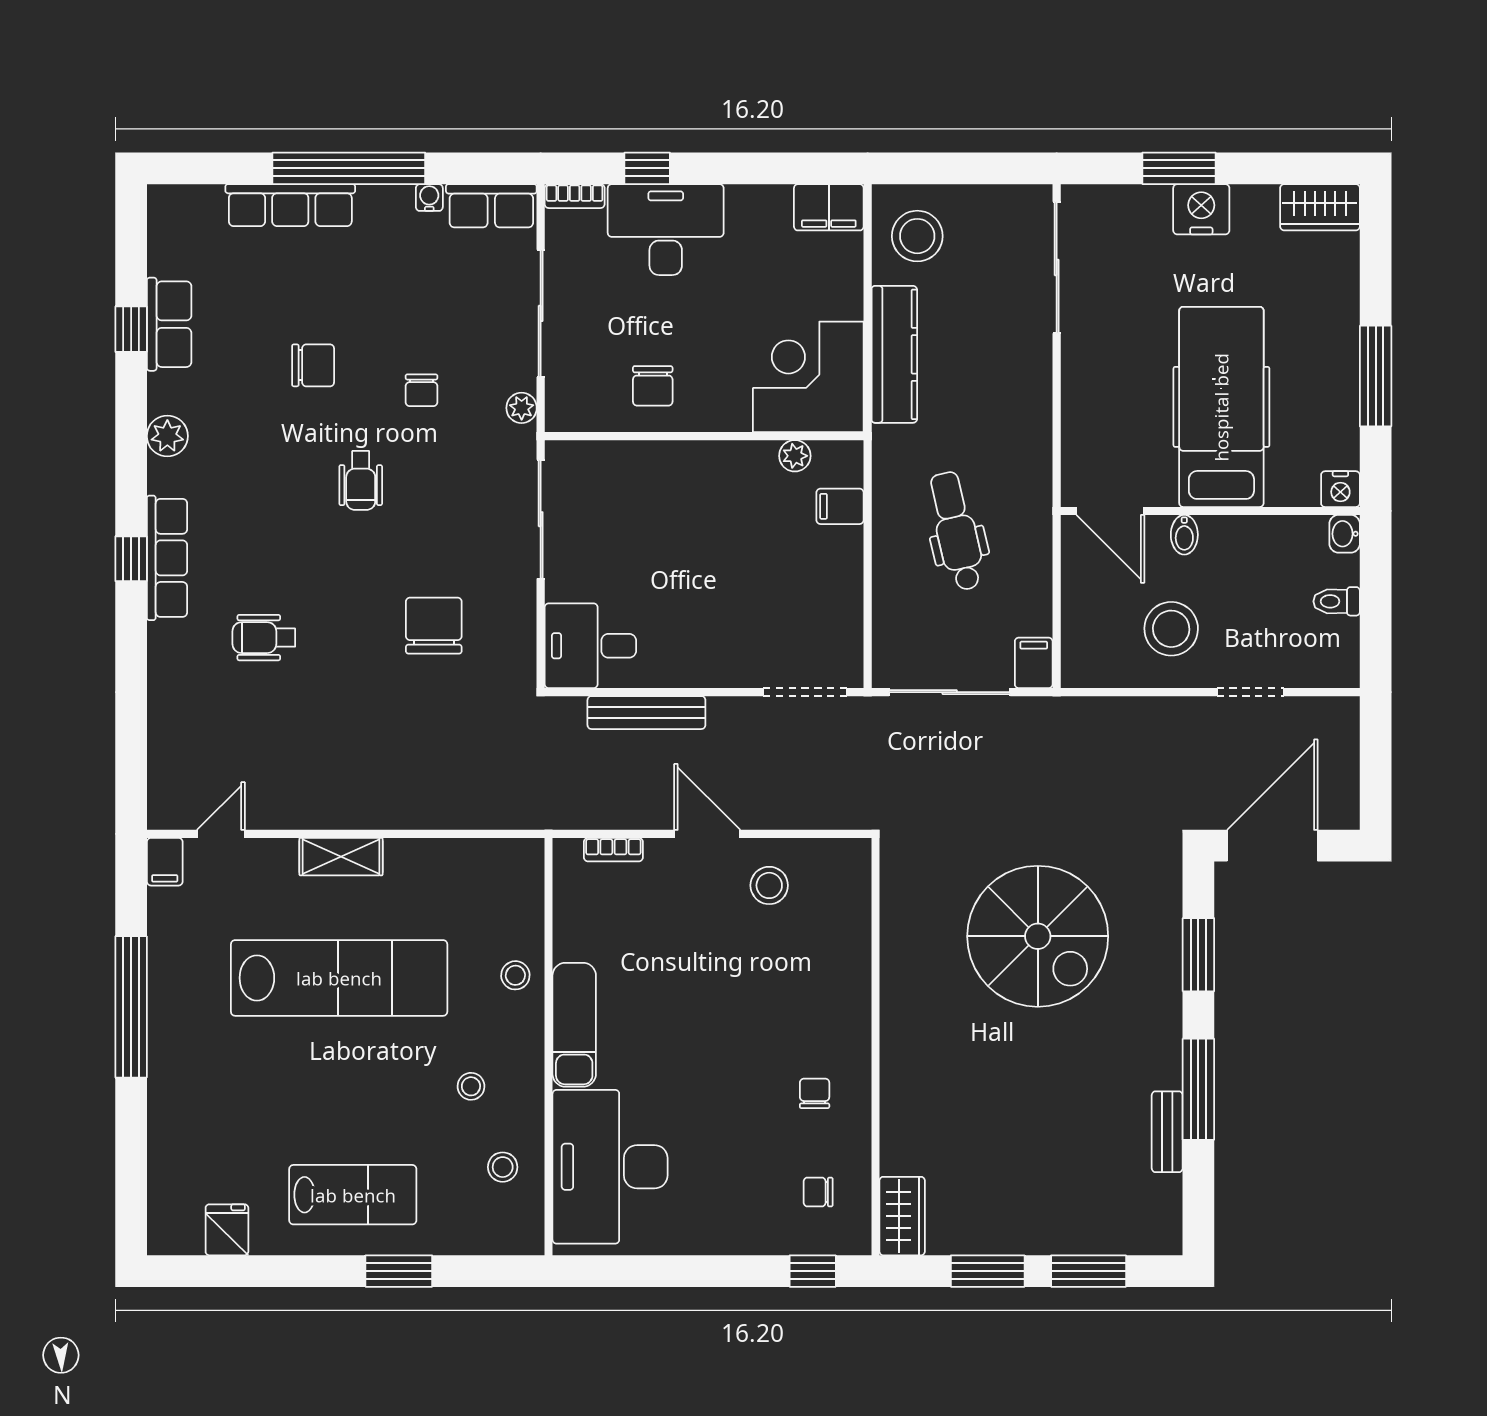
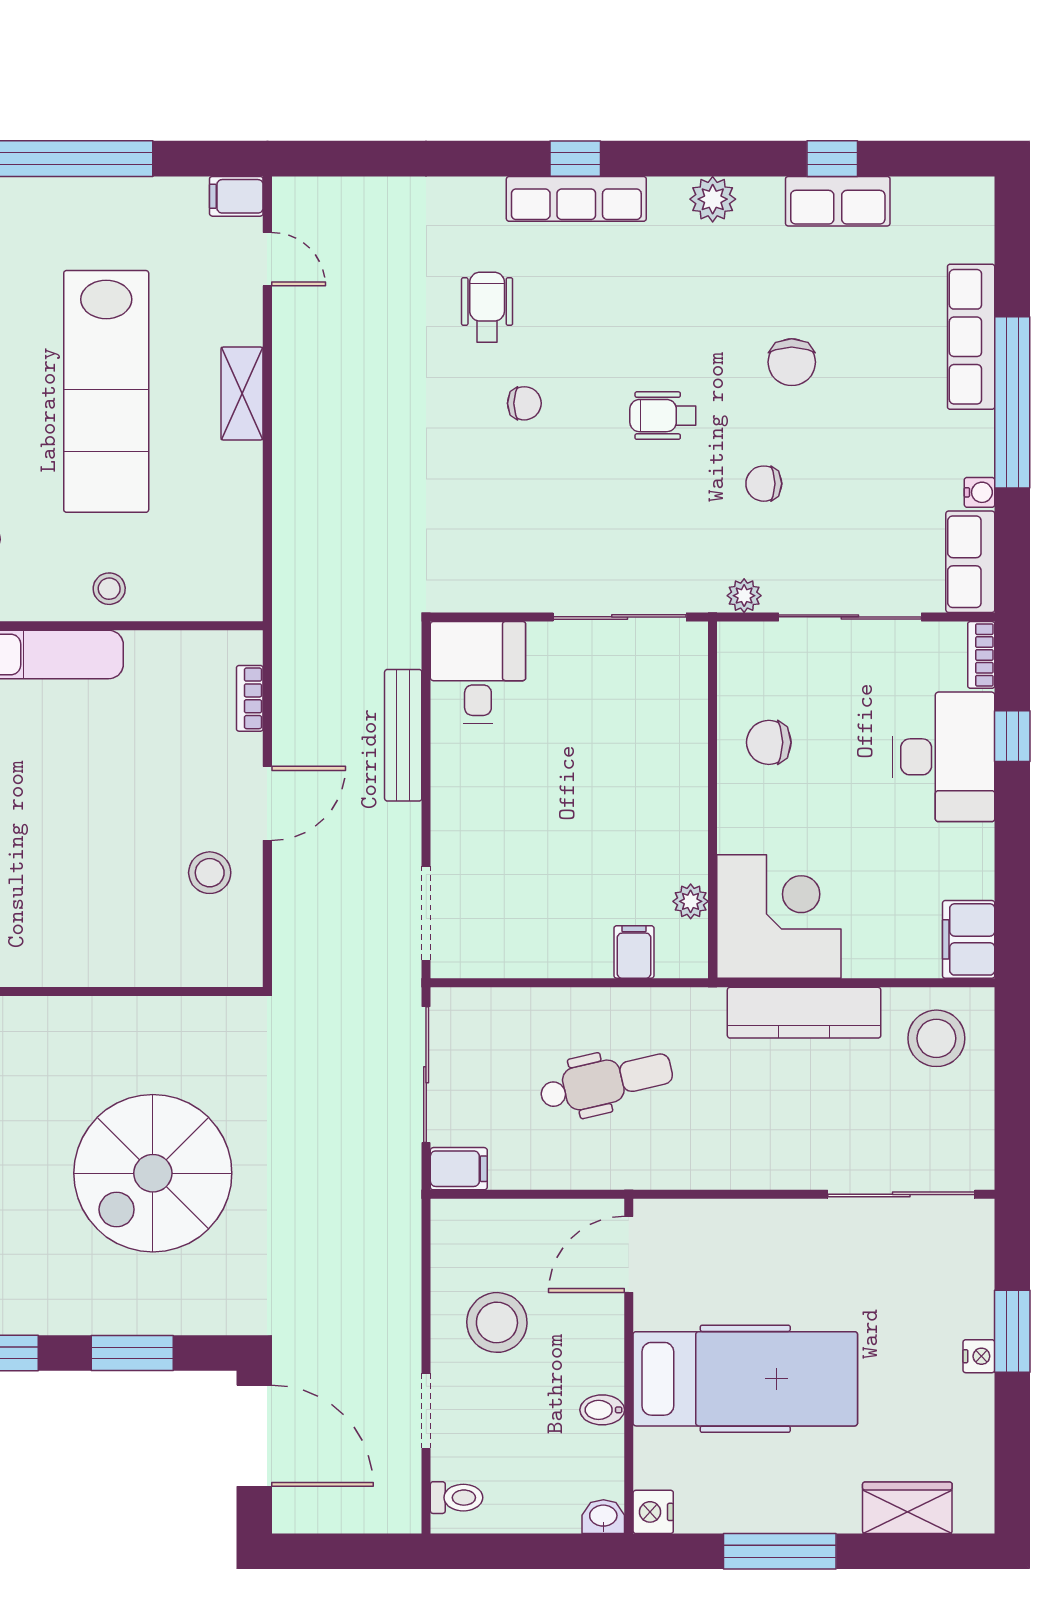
wardrobe: (1320, 207) -> (907, 1508), moved, turned 90
nightstand: (1201, 209) -> (979, 1356), width x0.53, depth x0.56
bidet: (1184, 535) -> (602, 1410), moved
toilet: (1337, 601) -> (457, 1498), moved, turned 90
chair: (434, 626) -> (524, 403), moved, width x0.54, depth x0.54

